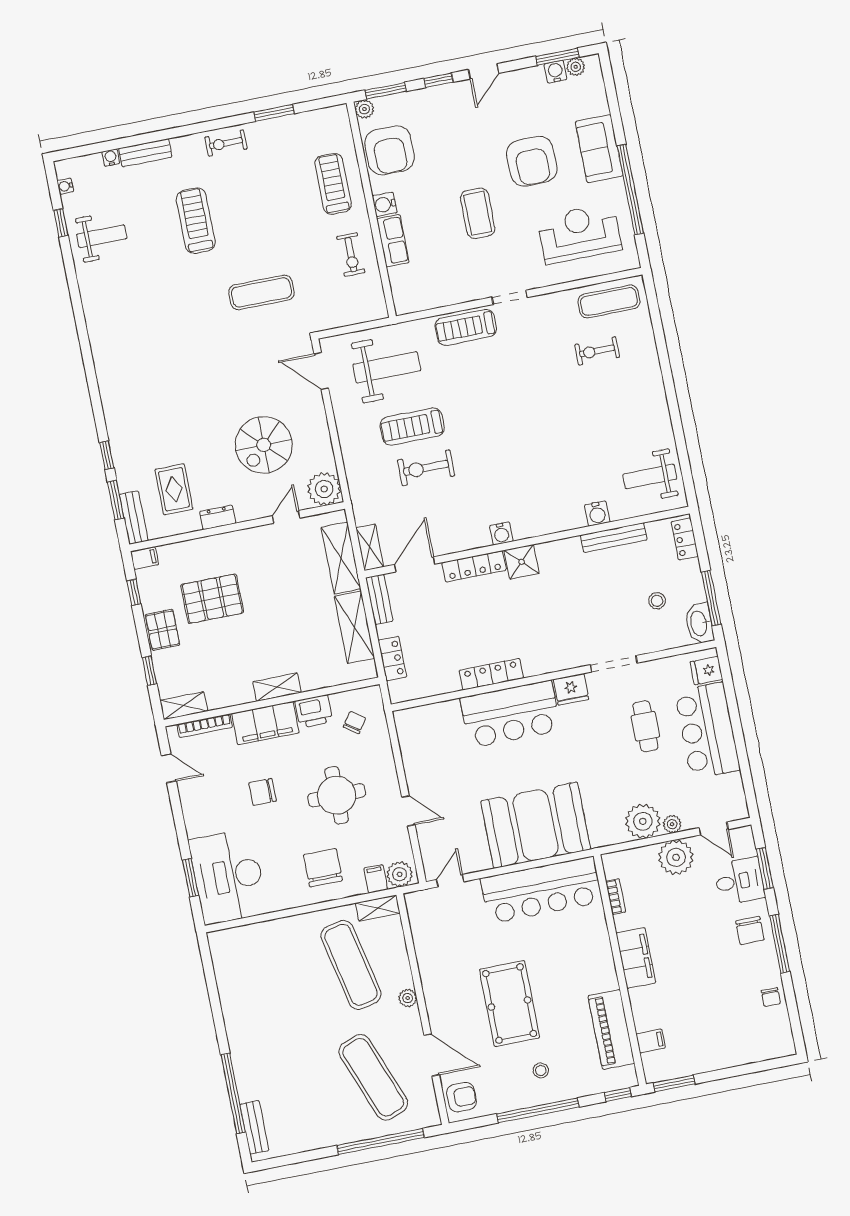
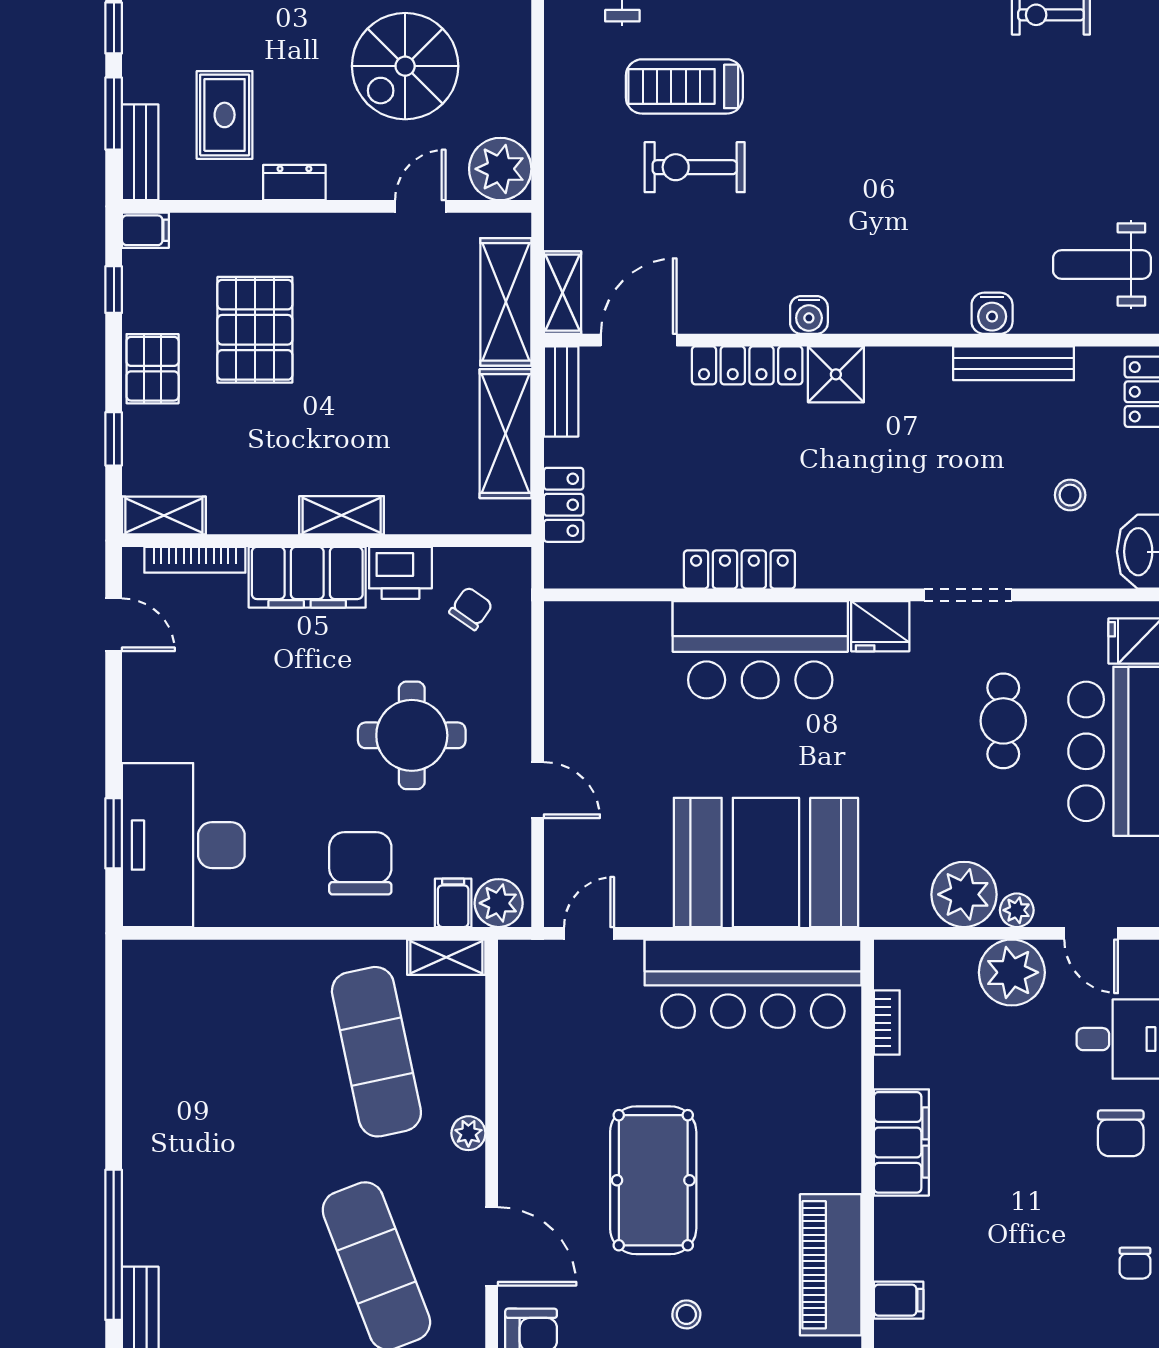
pallet: (212, 599) -> (255, 330), turned 90
chair: (262, 792) -> (277, 702), removed

